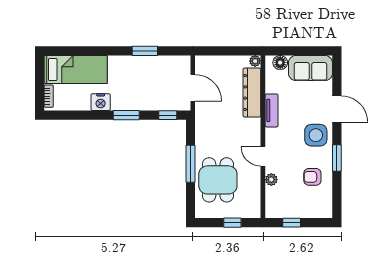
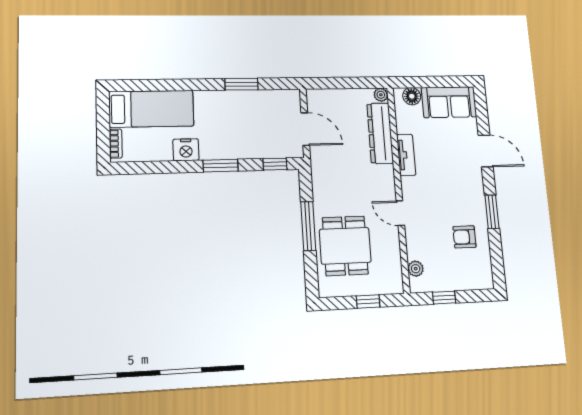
side table: (316, 135) -> (463, 184), removed
plant: (271, 180) -> (416, 269), moved

